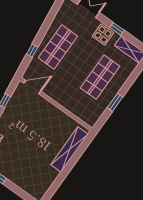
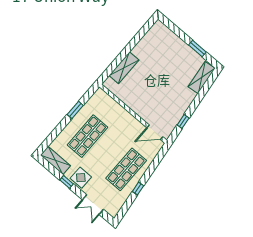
window: (32, 51) -> (138, 189), moved
shelving: (69, 150) -> (124, 68), width x0.68

